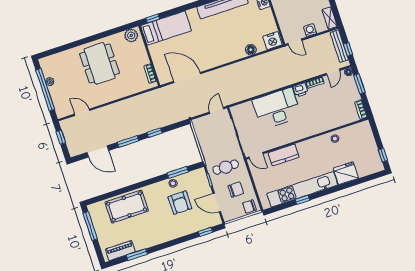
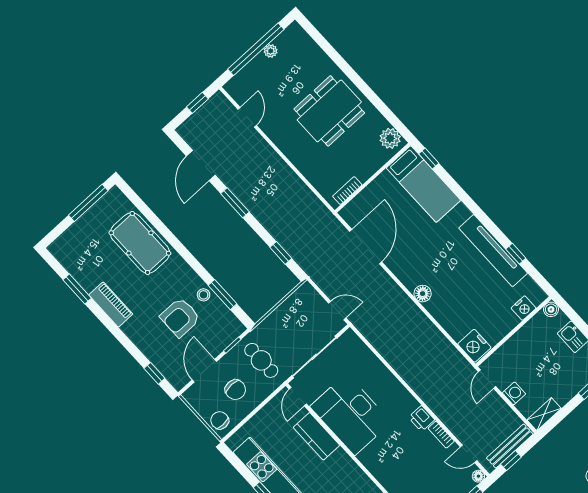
floor lamp: (251, 50) -> (423, 294), moved
desk: (277, 108) -> (351, 414), moved, turned 180
window: (155, 133) -> (281, 253), moved
piano: (120, 251) -> (111, 304), moved

